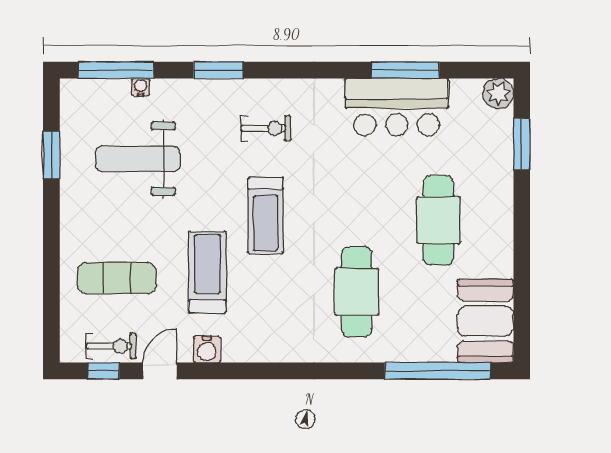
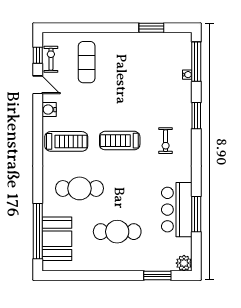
weight bench: (138, 159) -> (150, 73), removed
treadmill: (207, 272) -> (66, 141), moved
booth: (486, 321) -> (57, 239), moved, turned 90
exercise bike: (111, 346) -> (51, 59), turned 180

